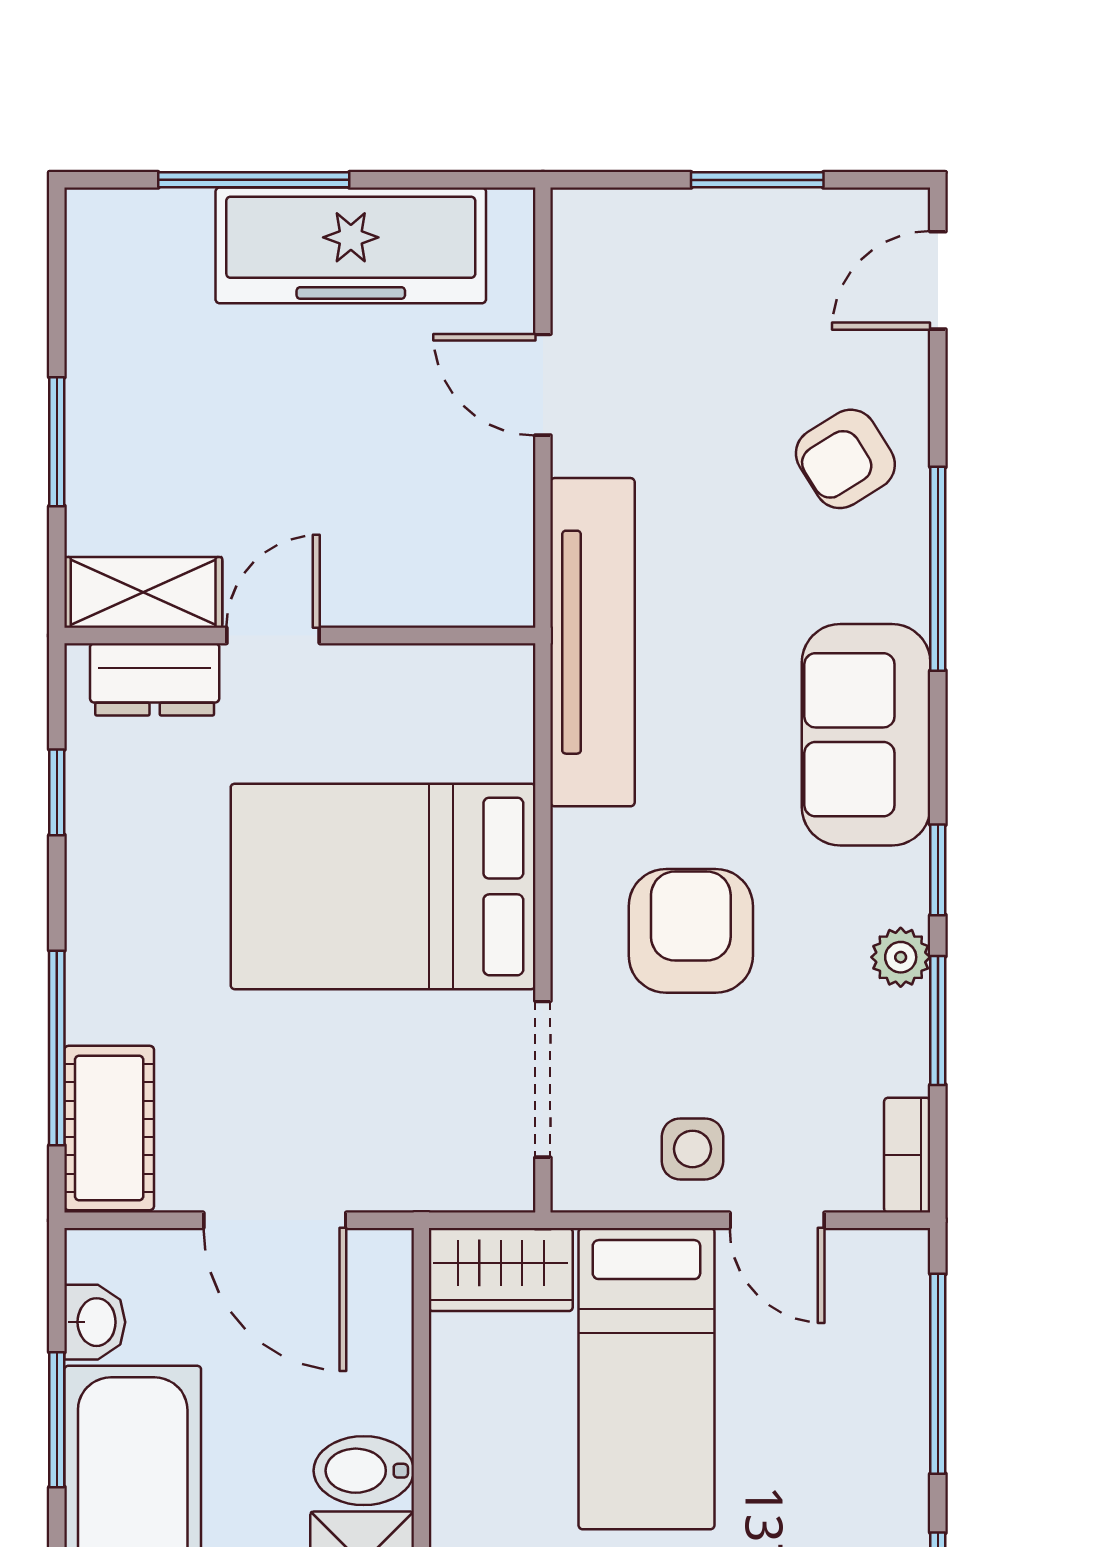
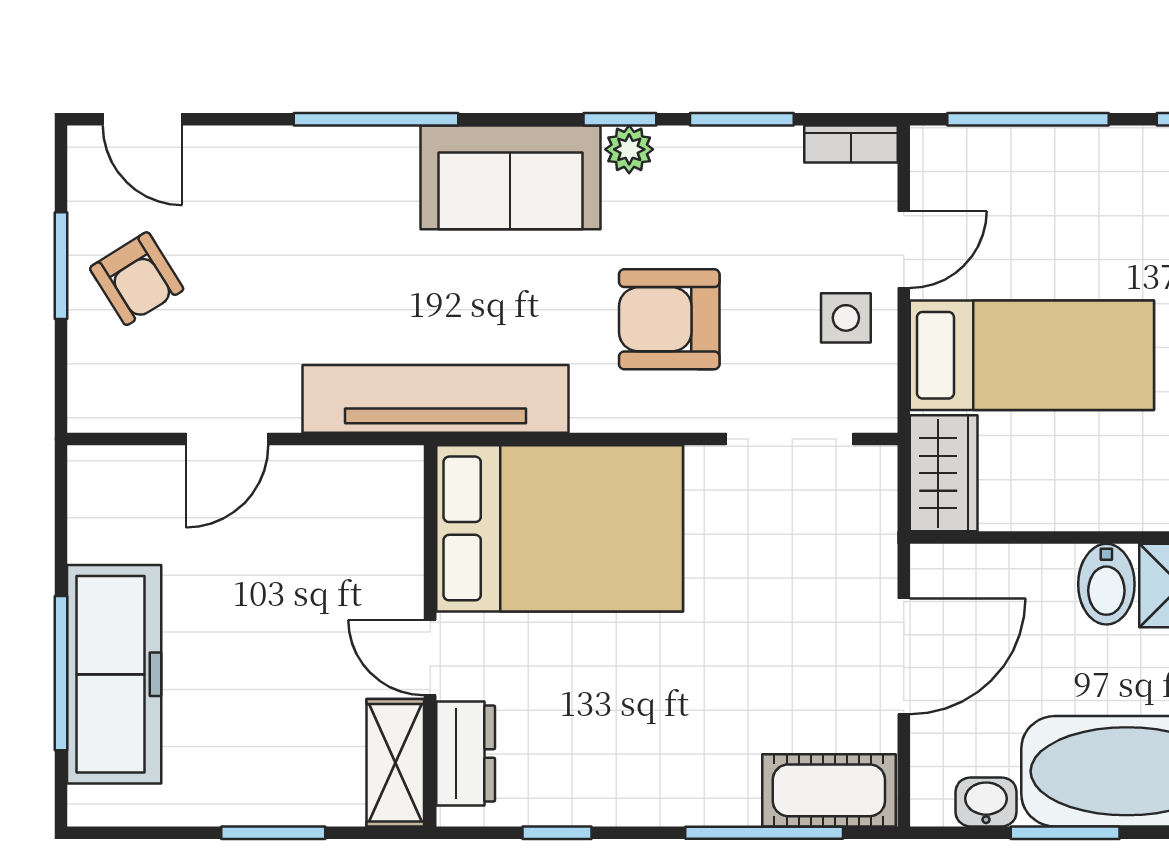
freezer: (351, 245) -> (114, 674), moved
armchair: (845, 459) -> (137, 279), moved
bed: (383, 886) -> (560, 528), moved, turned -90
plant: (901, 957) -> (629, 149), moved

